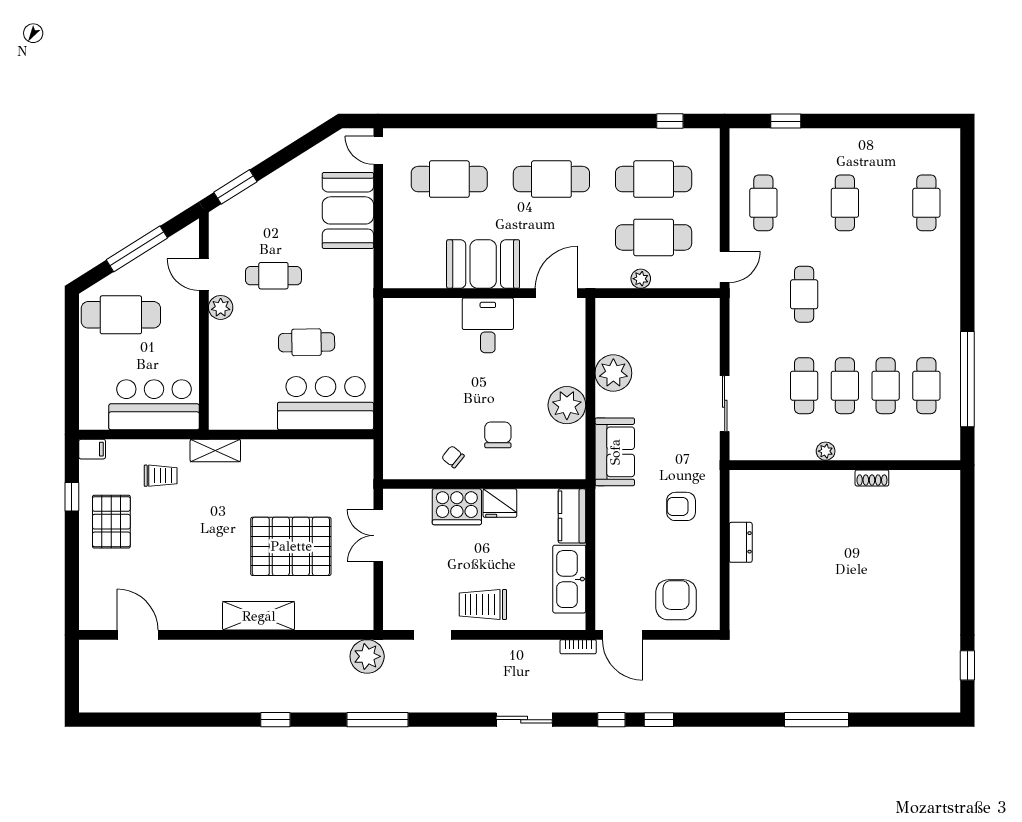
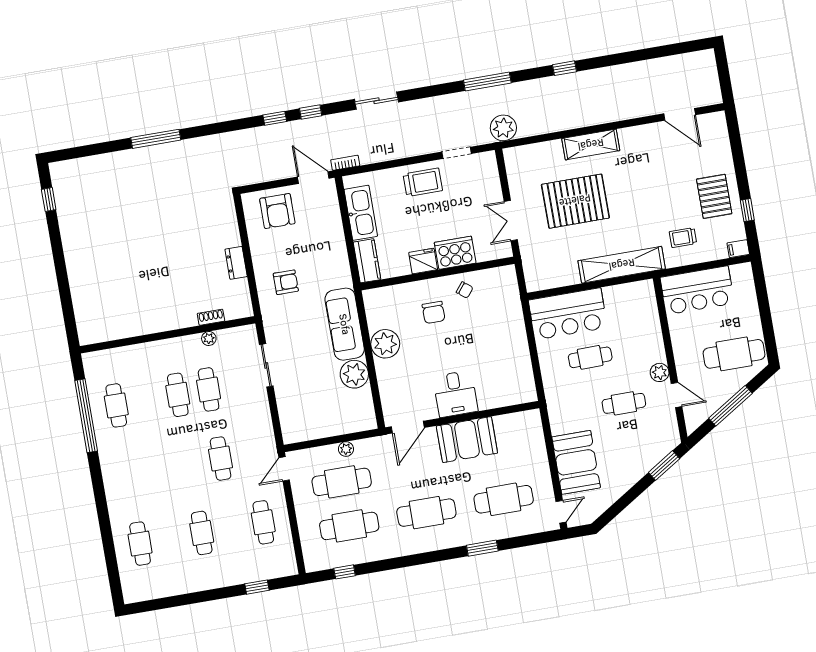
window: (487, 121) -> (482, 548), added
door: (378, 150) -> (561, 512), hinge flipped
cafe table: (886, 386) -> (147, 400), removed
shelving: (215, 451) -> (622, 265), width x2.20, depth x1.33
plant: (826, 451) -> (209, 339), moved
sofa: (615, 452) -> (345, 324), width x1.36
shoe rack: (872, 478) -> (211, 317), moved
double door: (378, 536) -> (511, 221), swing flipped

